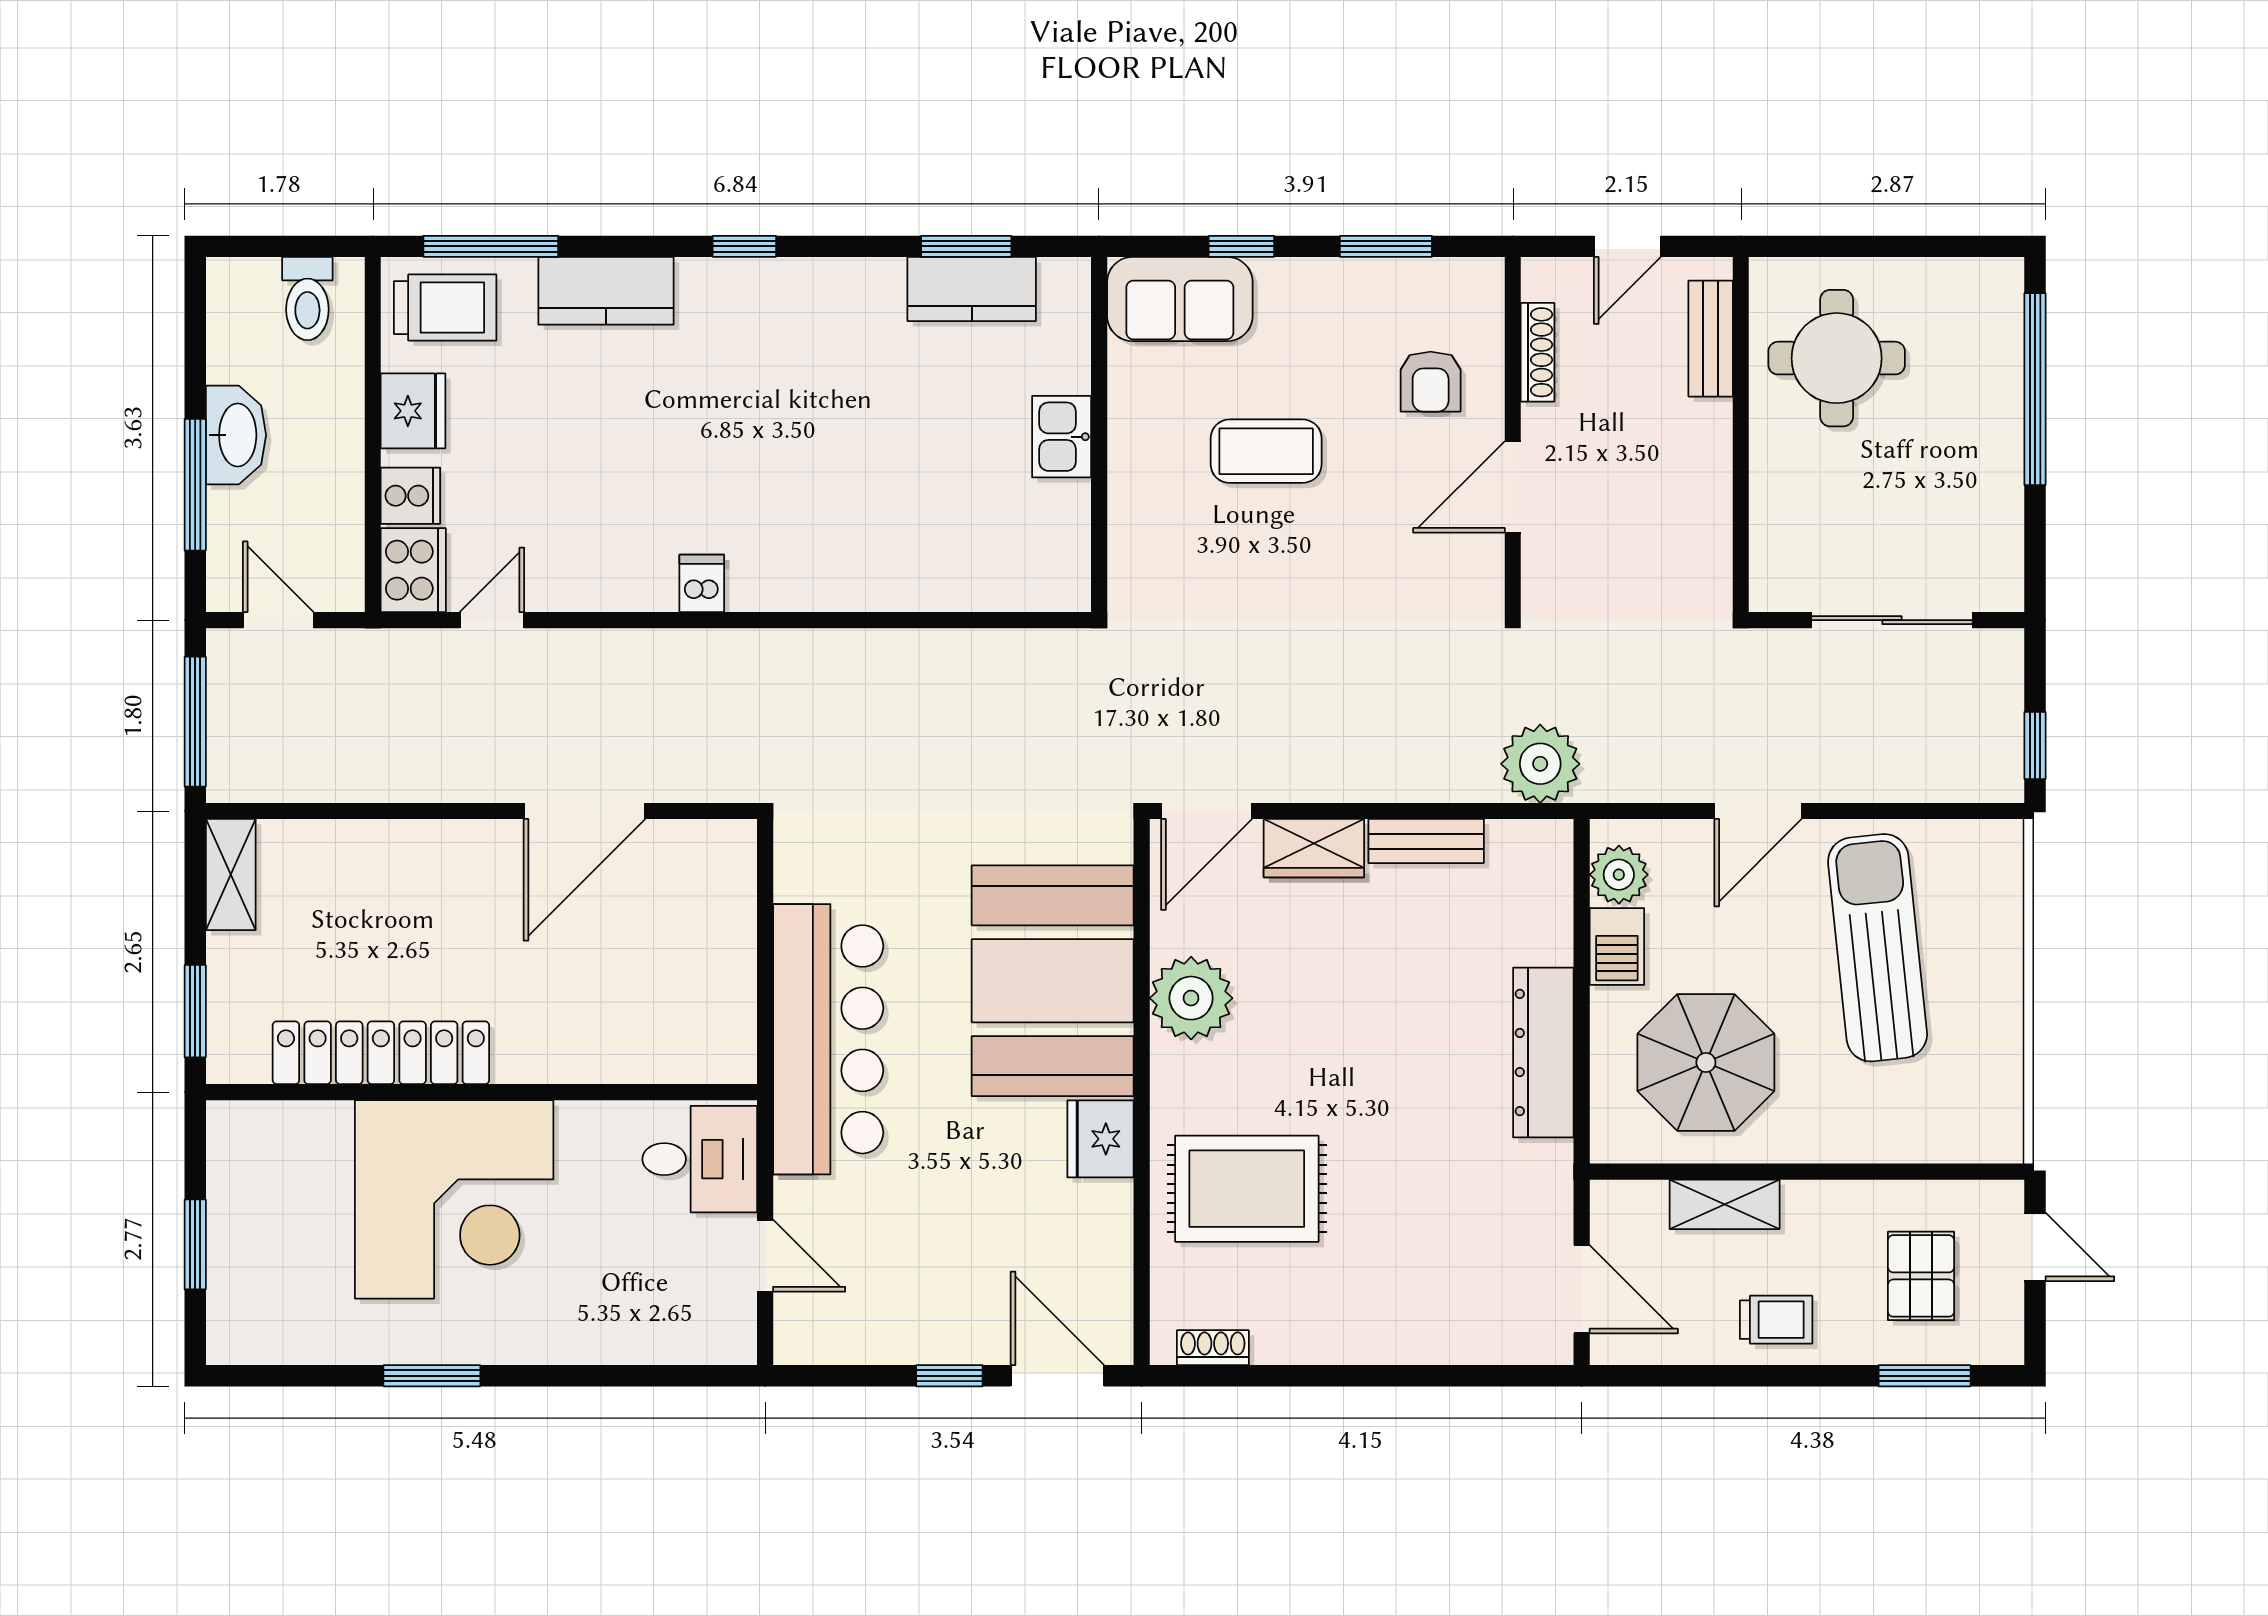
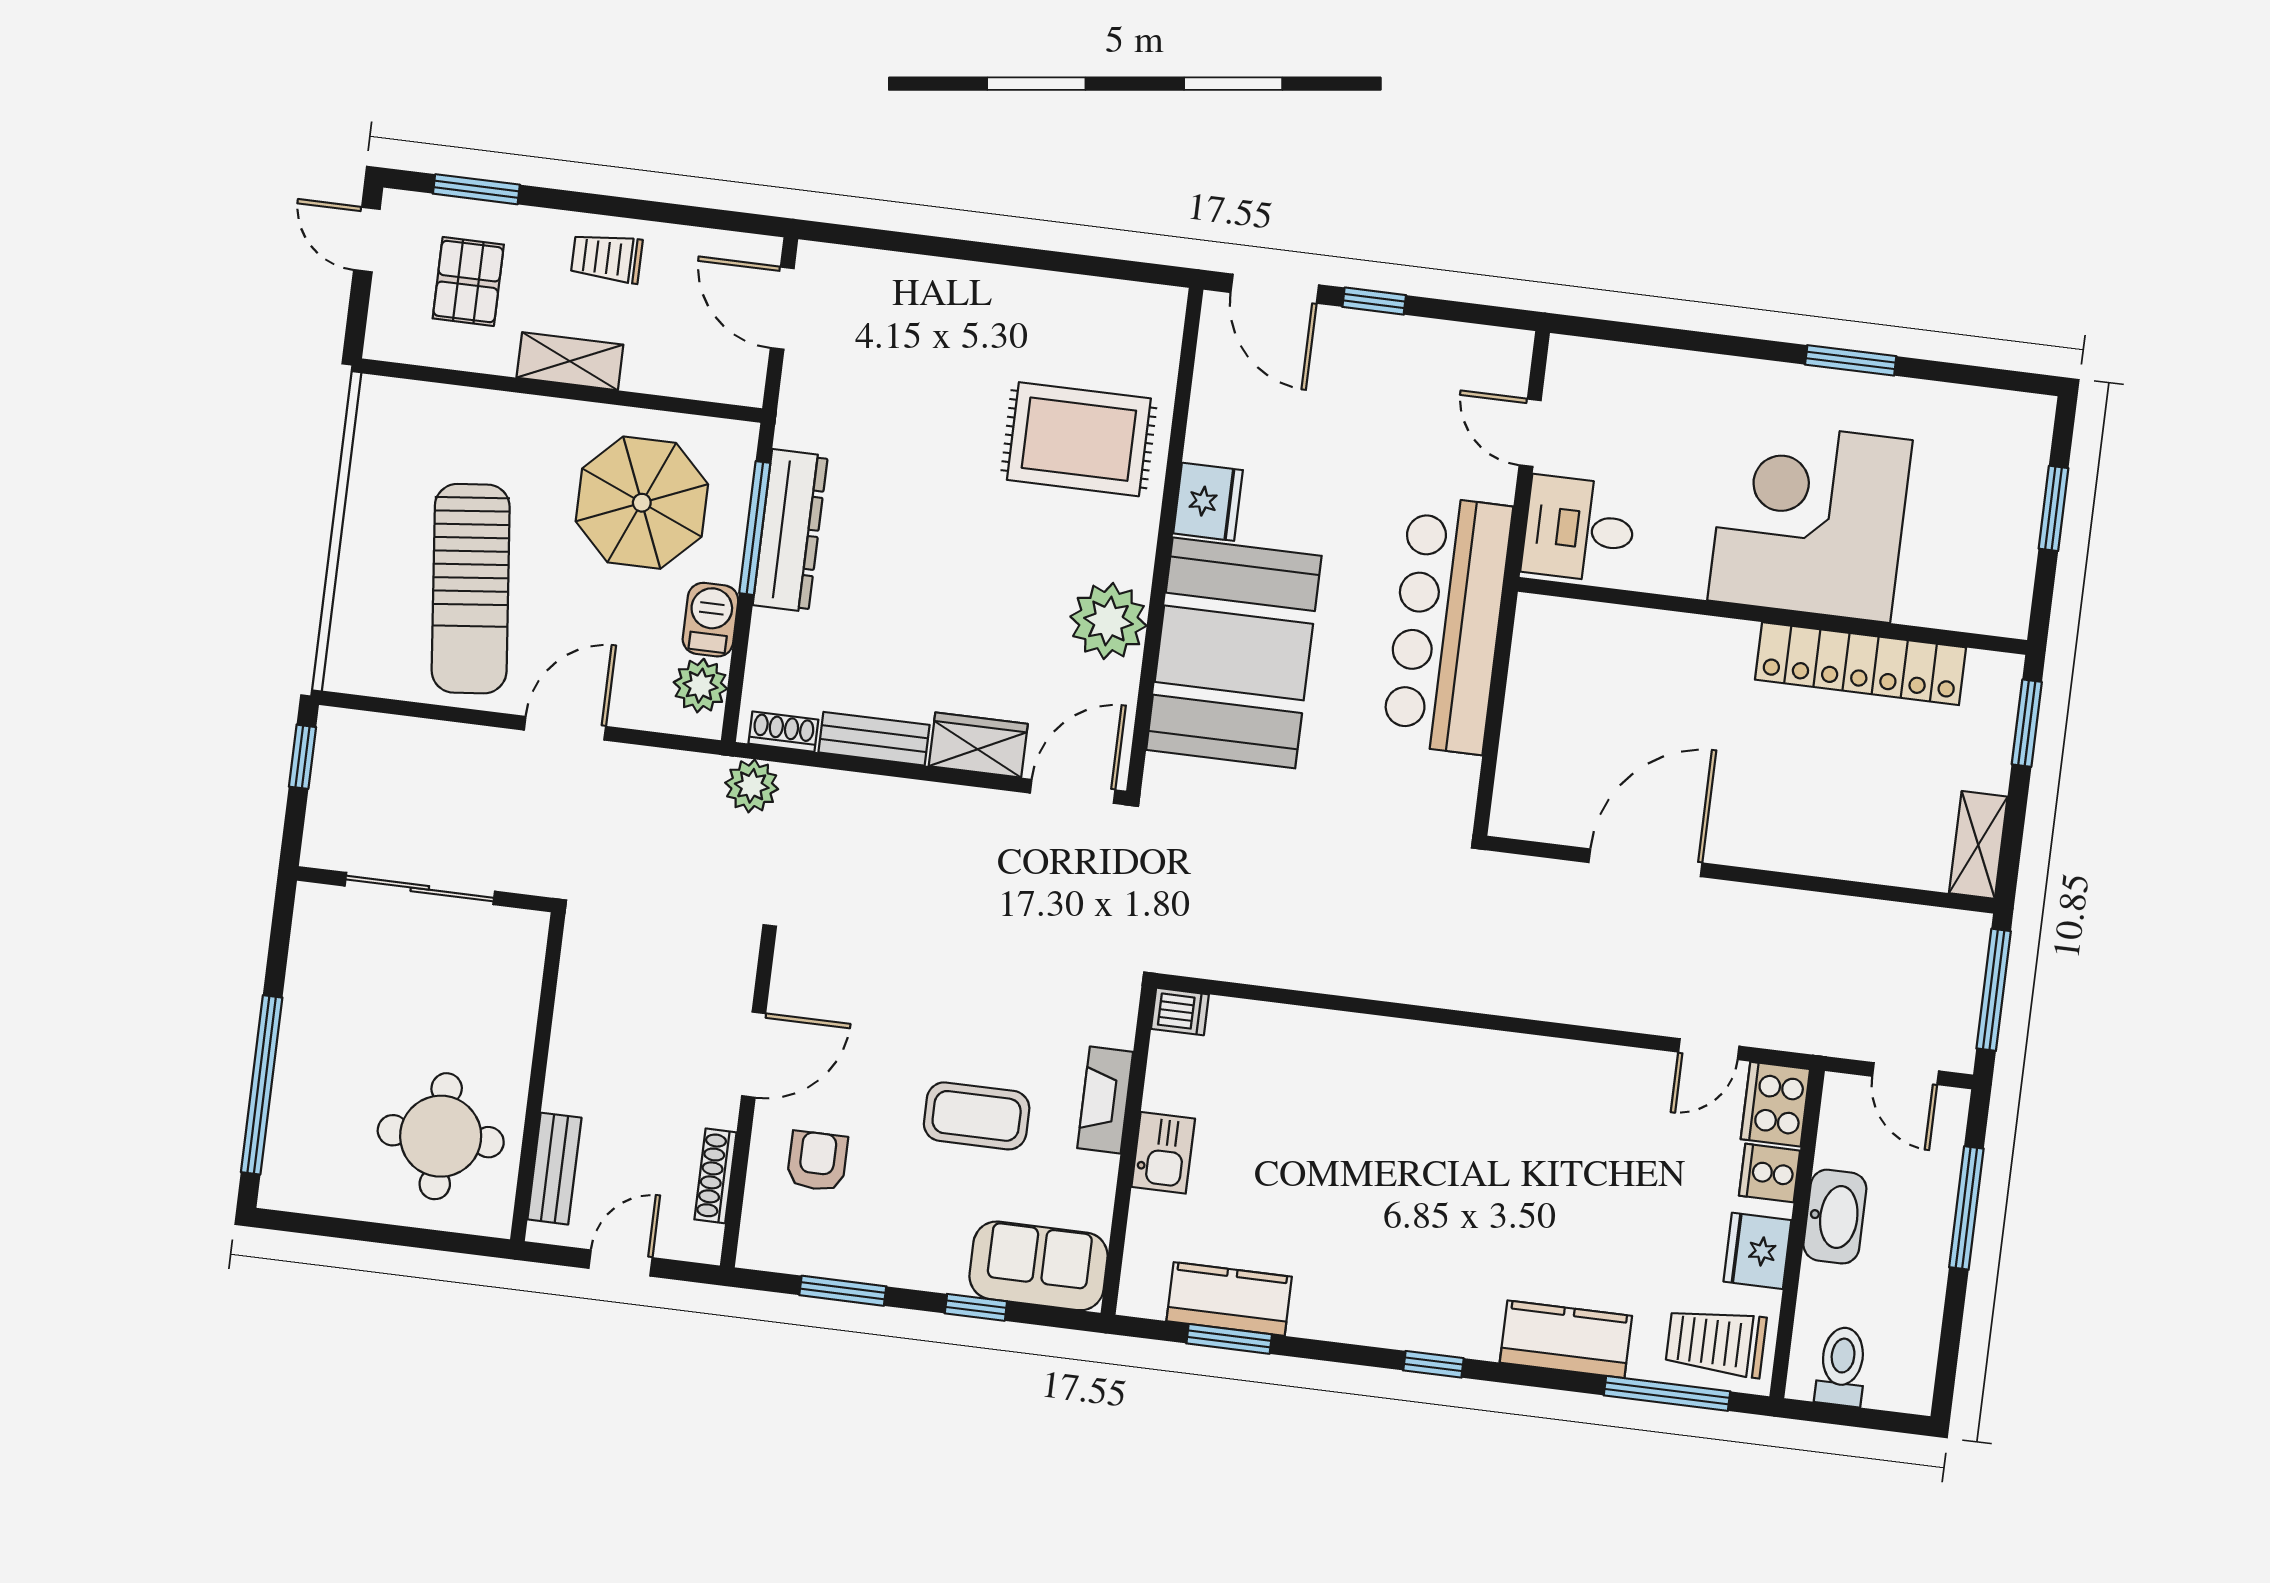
washbasin: (236, 435) -> (1835, 1217), moved, turned 180
fireplace: (1131, 485) -> (1105, 1100), added
dishwasher: (702, 583) -> (1180, 1012), moved, turned -90
plant: (1540, 764) -> (752, 786), width x0.73, depth x0.73
window: (1582, 1050) -> (755, 528), added
shelving: (1725, 1204) -> (570, 361), moved
door: (2035, 1247) -> (367, 240), moved
shoe rack: (1213, 1348) -> (783, 732), moved, turned 180

